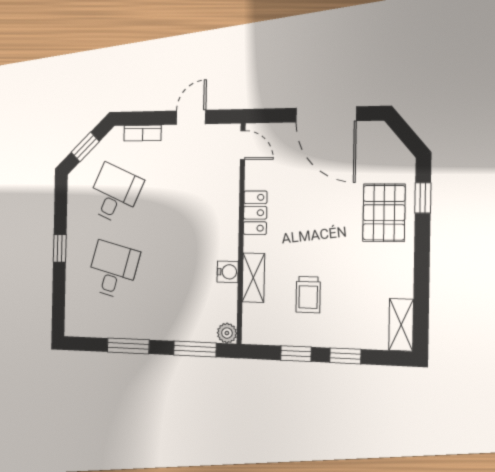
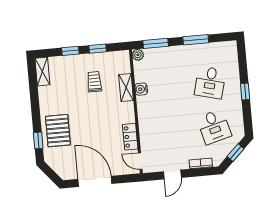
desk: (115, 194) -> (214, 127), turned -39
locker: (255, 213) -> (130, 137), moved

